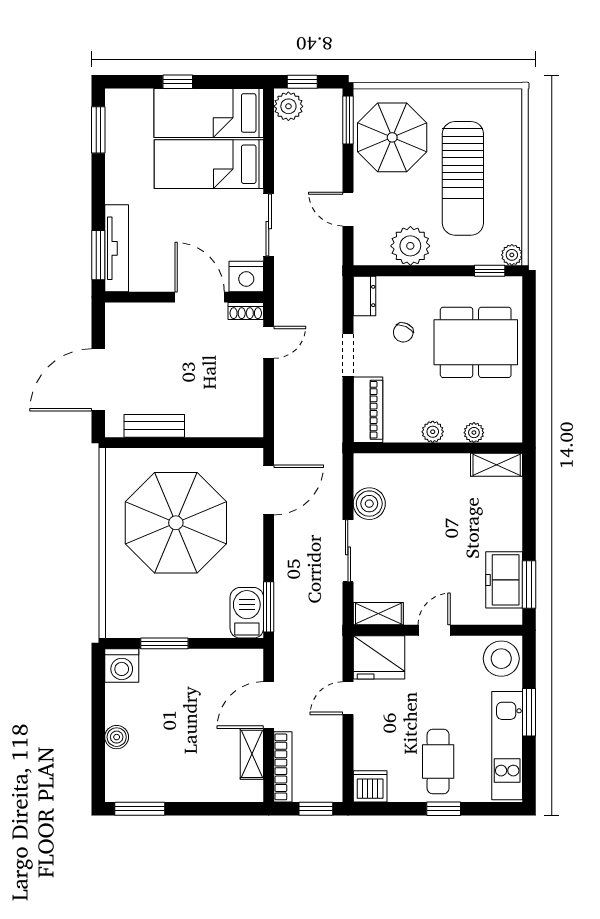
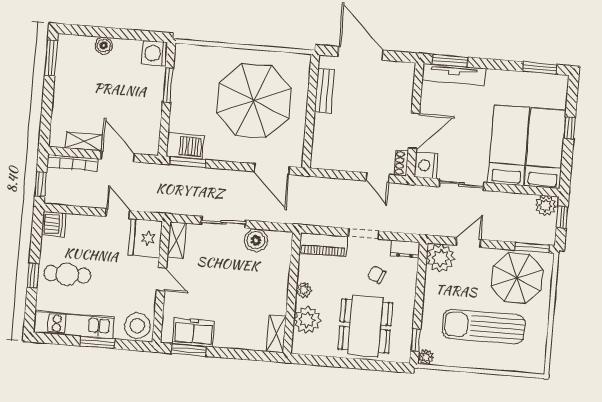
plant: (410, 246) -> (440, 258), moved
plant: (474, 433) -> (307, 320), width x1.88, depth x1.88

